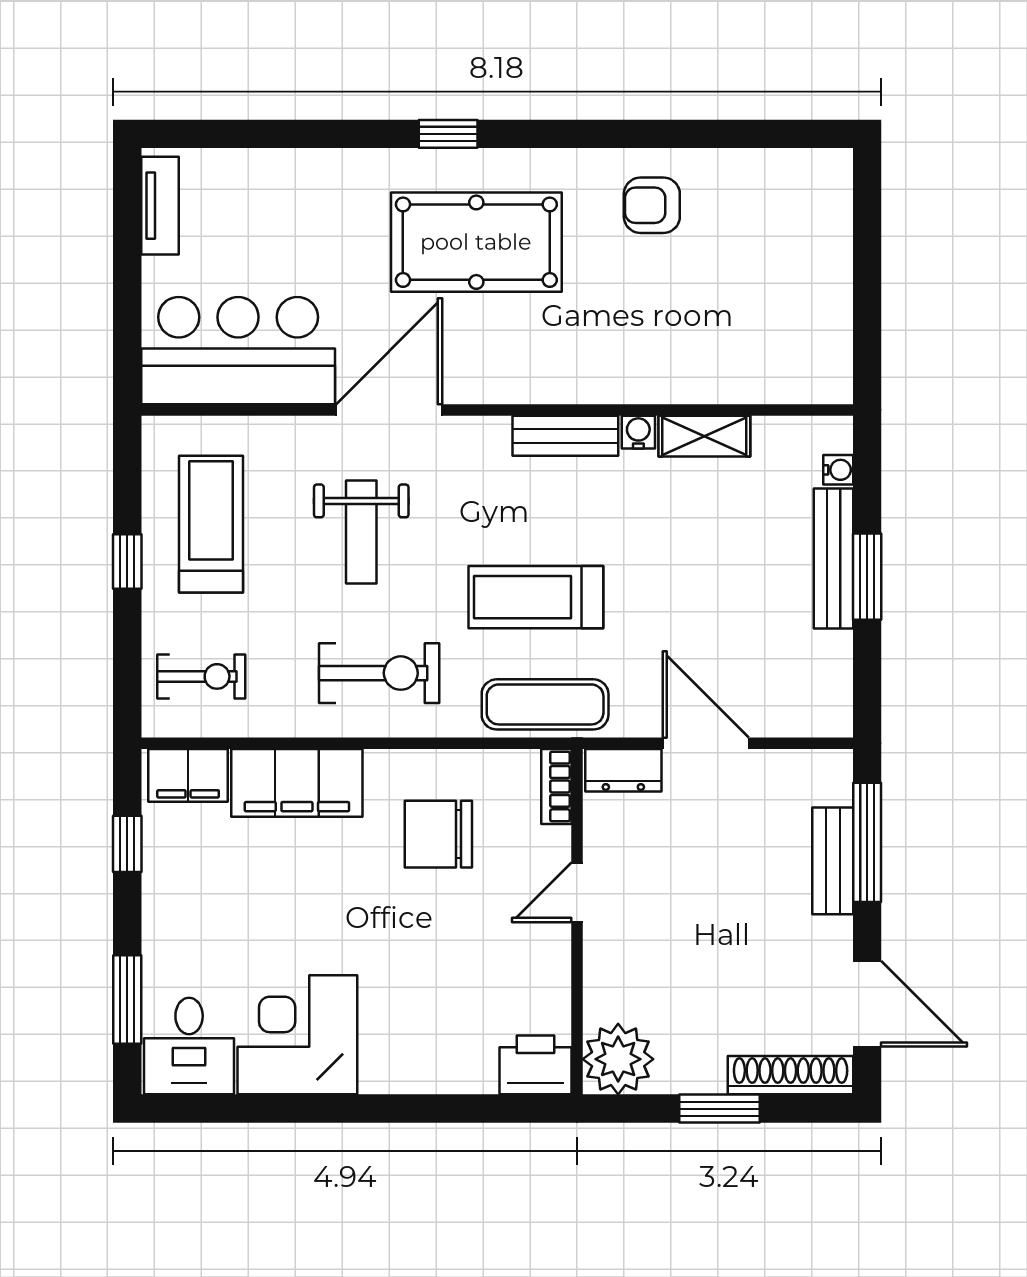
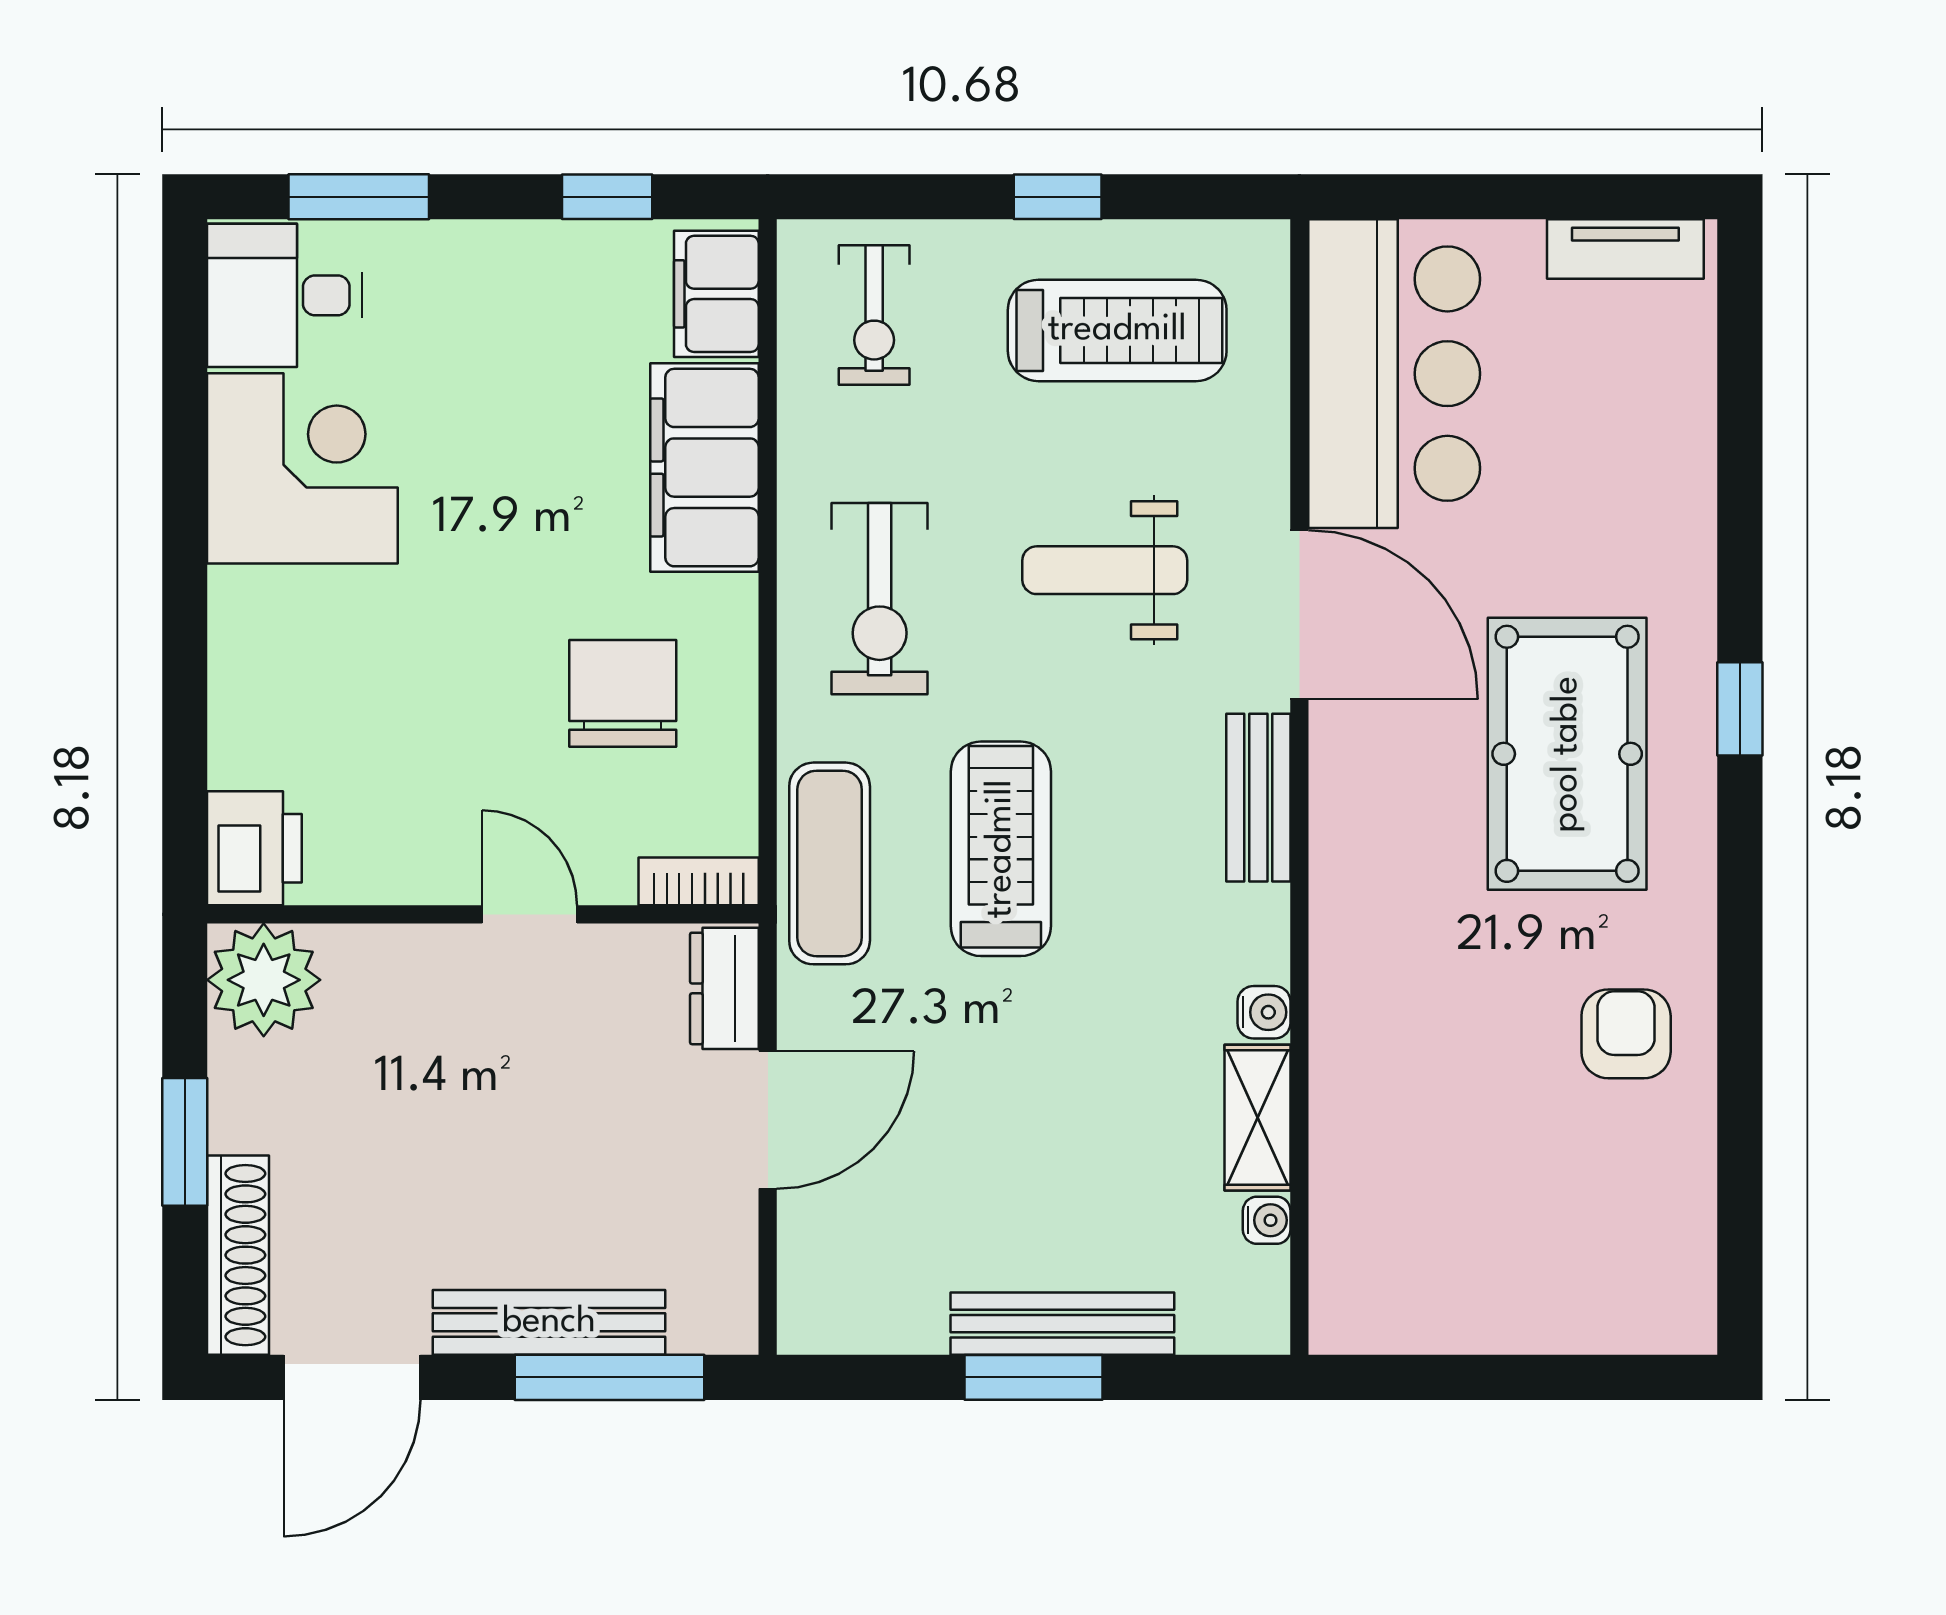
bench: (565, 436) -> (1258, 798), moved
water cooler: (838, 470) -> (1267, 1220), moved, turned -90
bench: (833, 861) -> (549, 1322), width x1.36

